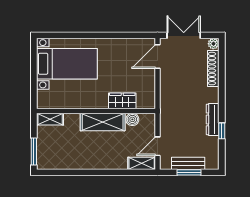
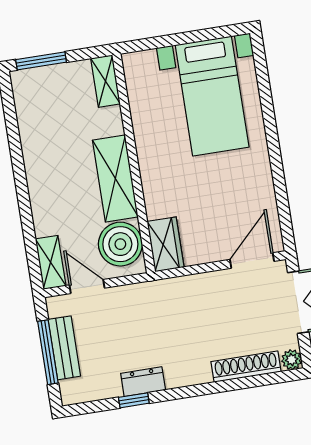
door: (158, 56) -> (252, 260), hinge flipped
wardrobe: (122, 101) -> (166, 244), moved
boiler: (132, 119) -> (120, 244), width x1.86, depth x1.86
dresser: (213, 119) -> (143, 382), width x0.70
window: (189, 172) -> (48, 352), width x1.44

